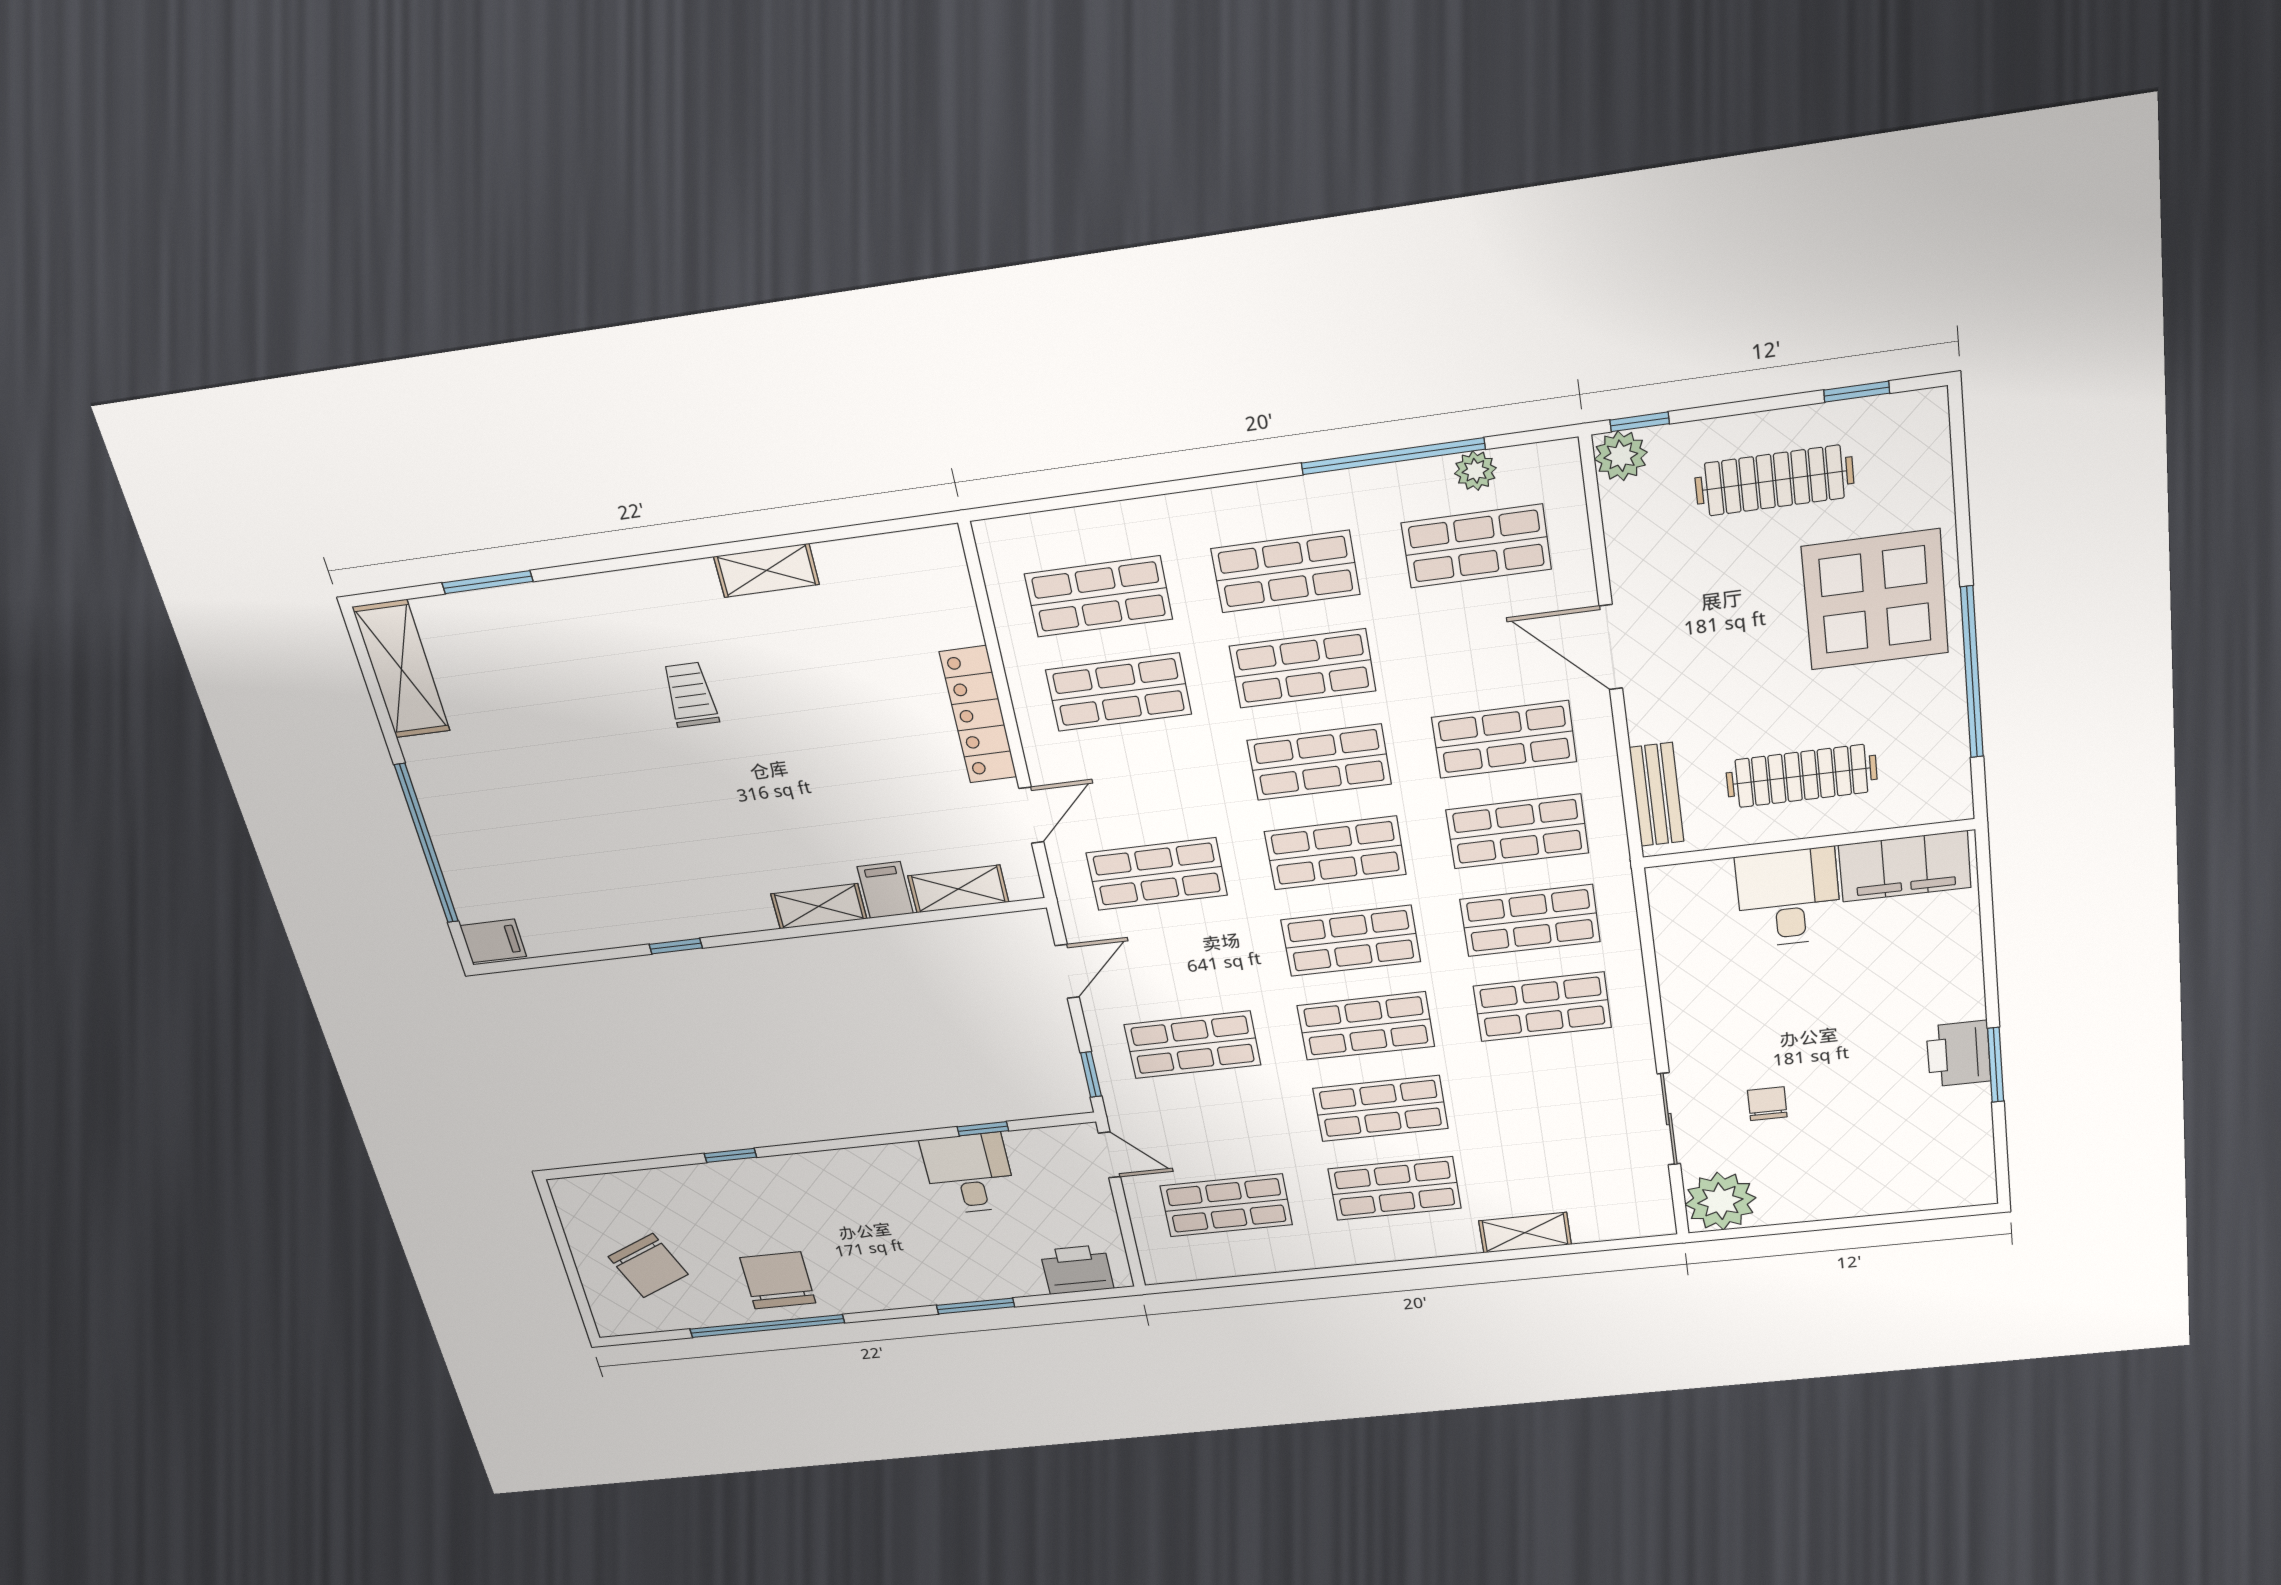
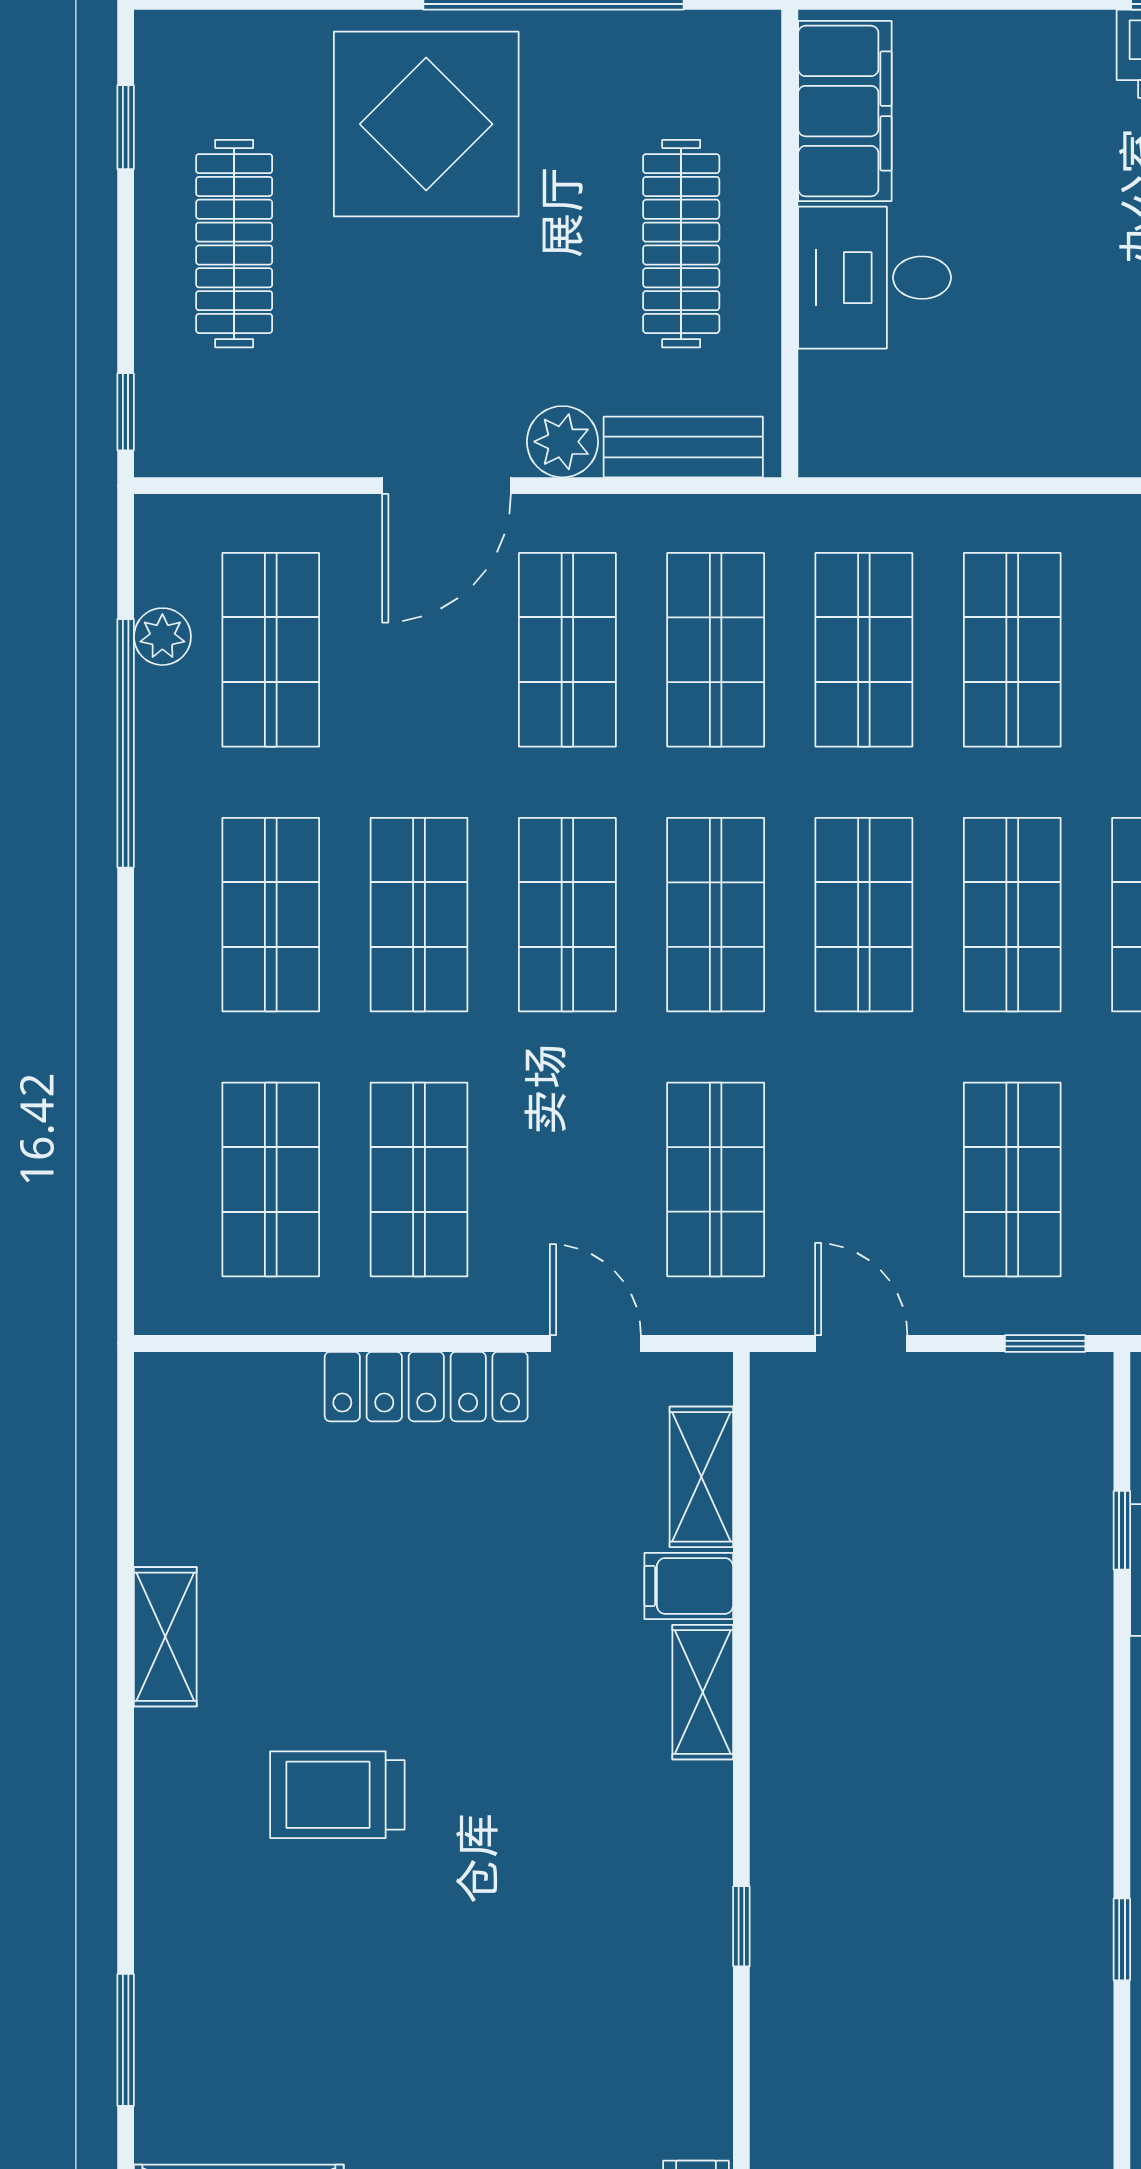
plant: (1621, 456) -> (562, 442), moved
trolley: (690, 695) -> (337, 1795), width x1.36, depth x1.39

